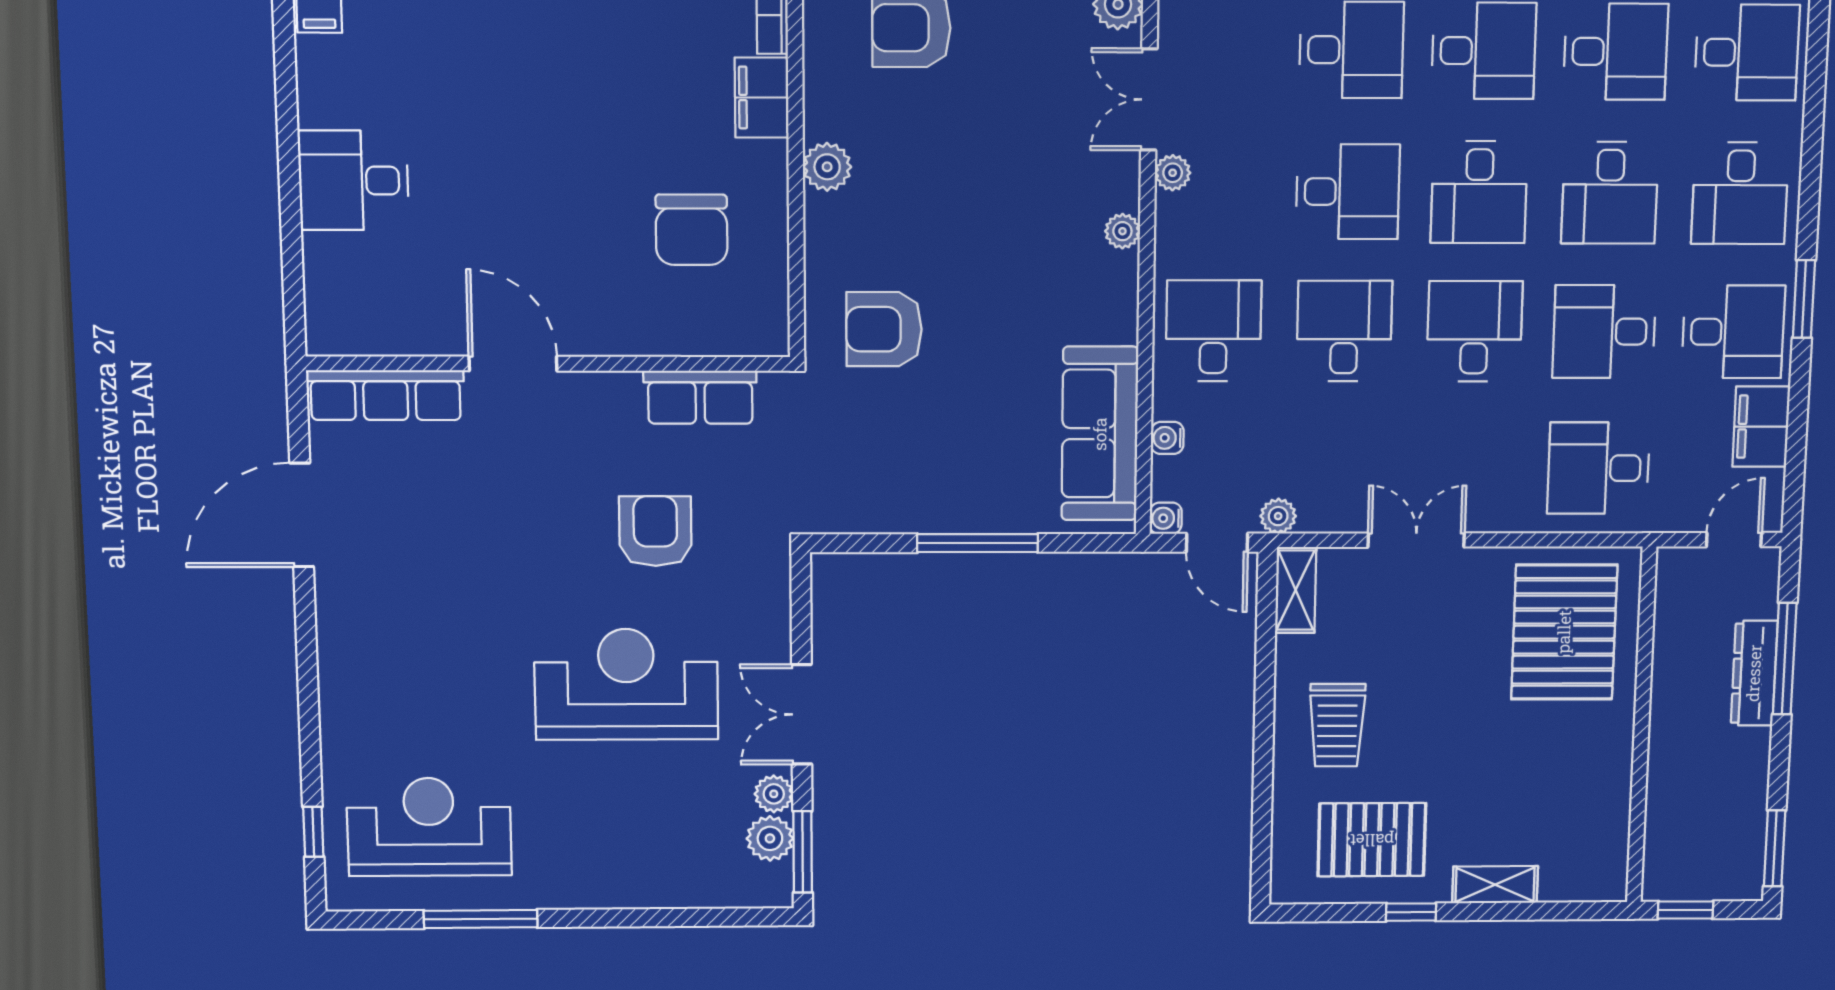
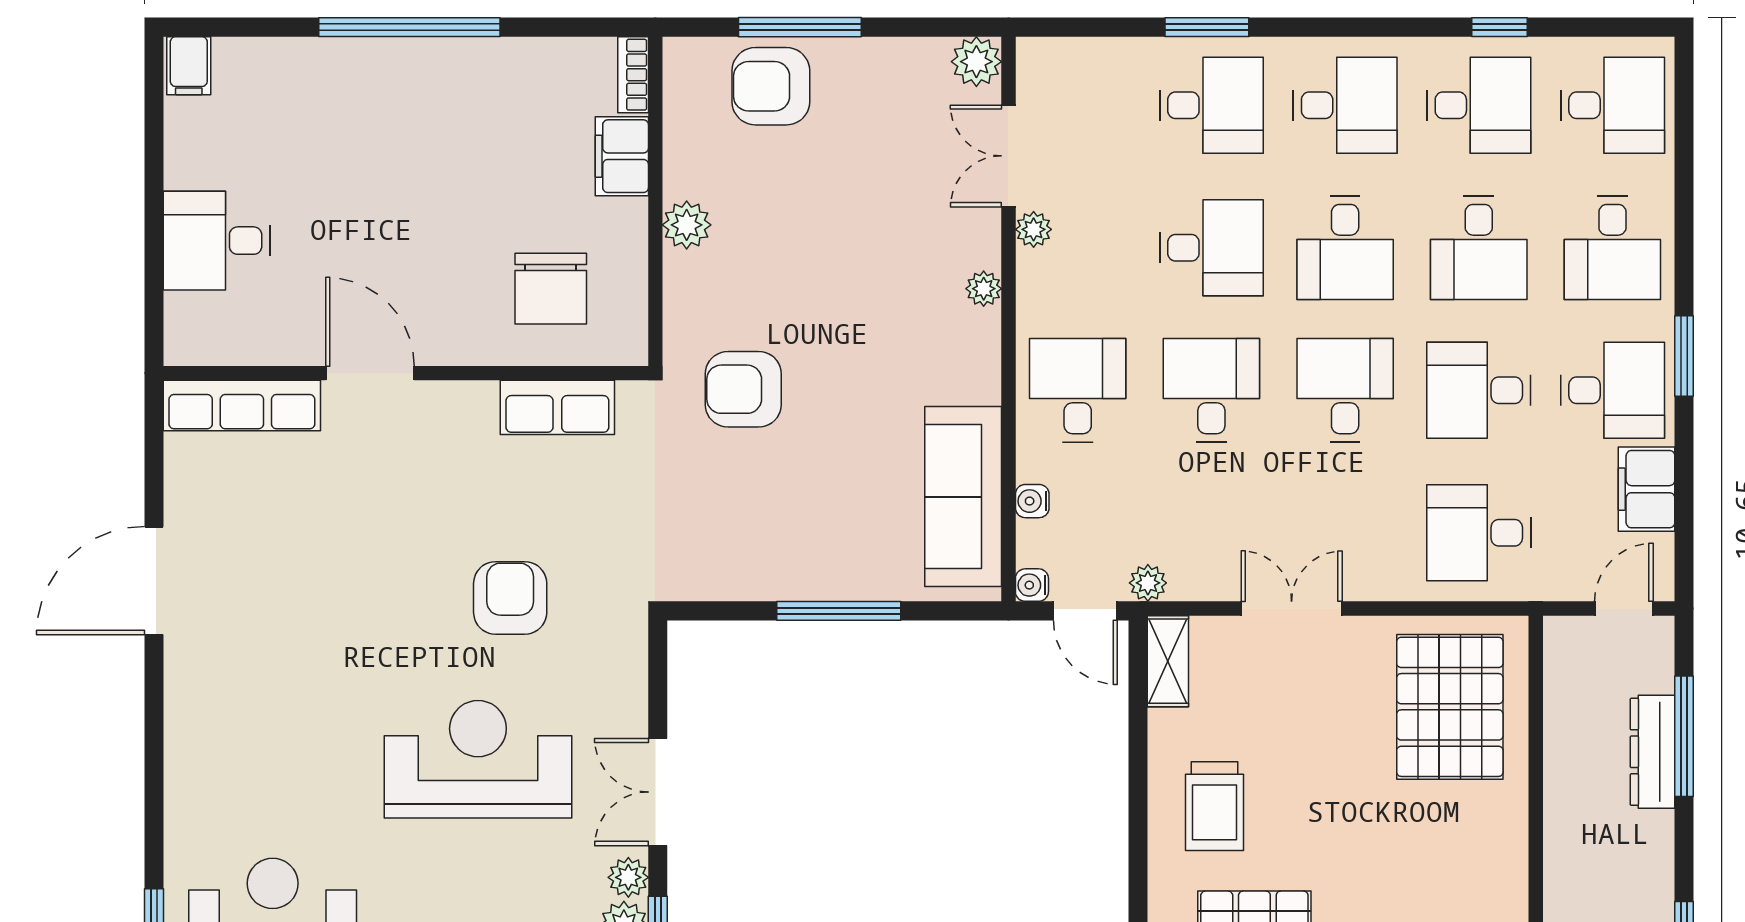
door: (513, 364) -> (370, 373), moved
wall: (549, 364) -> (406, 373), moved
row of seats: (386, 395) -> (242, 406), moved
row of seats: (700, 397) -> (557, 407), moved

